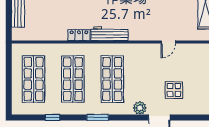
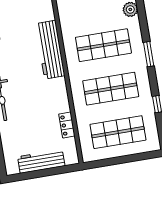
workbench: (109, 34) -> (50, 50), width x1.36, depth x1.32
locker: (79, 35) -> (67, 125), moved

